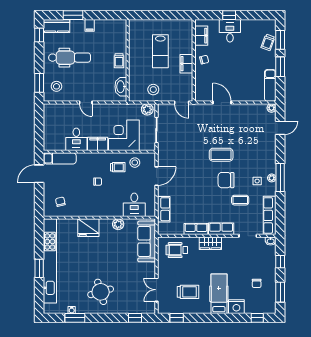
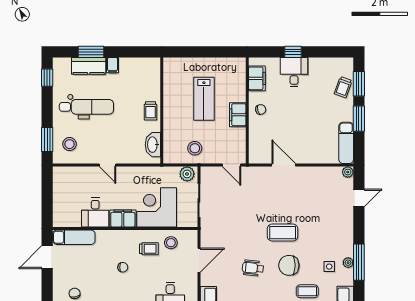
kitchen counter: (57, 26) -> (89, 66), moved
wheelchair: (198, 182) -> (253, 268), added

